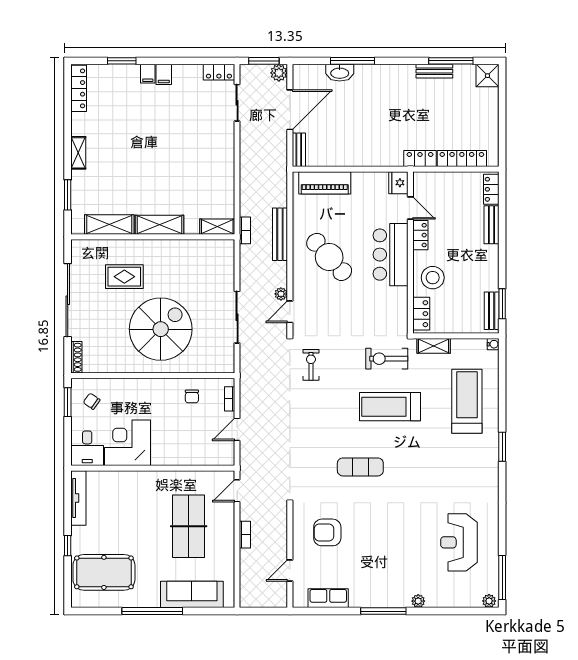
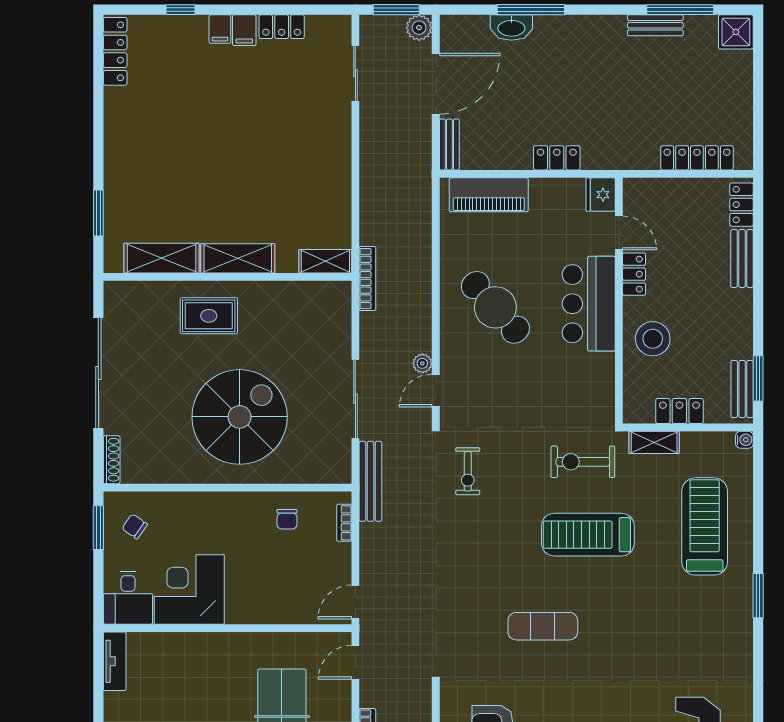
window: (122, 61) -> (180, 10), width x0.67
locker: (219, 72) -> (282, 27), moved
shelving: (78, 153) -> (115, 149), removed
locker: (420, 159) -> (557, 158), moved
bookcase: (245, 230) -> (367, 279), width x1.56
bench: (280, 234) -> (370, 481), moved
rug: (124, 277) -> (209, 316), moved
locker: (421, 314) -> (679, 411), moved, turned -90
exercise bike: (311, 365) -> (468, 471), turned 180
door: (237, 429) -> (355, 602), moved
tv unit: (78, 498) -> (115, 661), width x0.71

